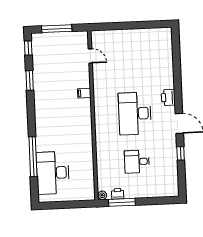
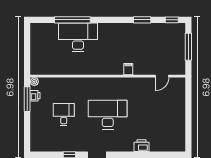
printer: (168, 97) -> (141, 146), moved
desk: (53, 173) -> (78, 37), moved

